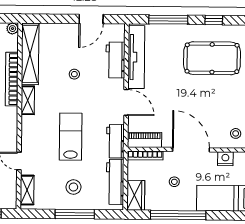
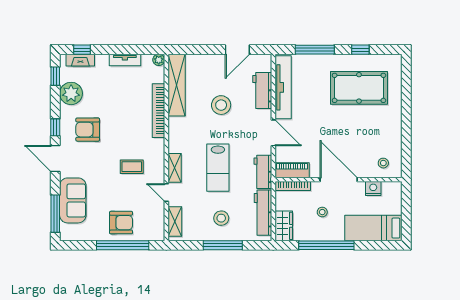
stool: (74, 74) -> (221, 105), width x1.89, depth x1.89
shelving: (28, 100) -> (175, 168), moved
lab bench: (71, 137) -> (218, 168), turned 180

